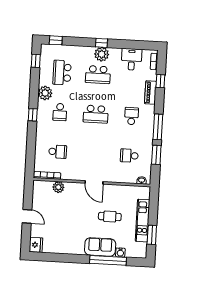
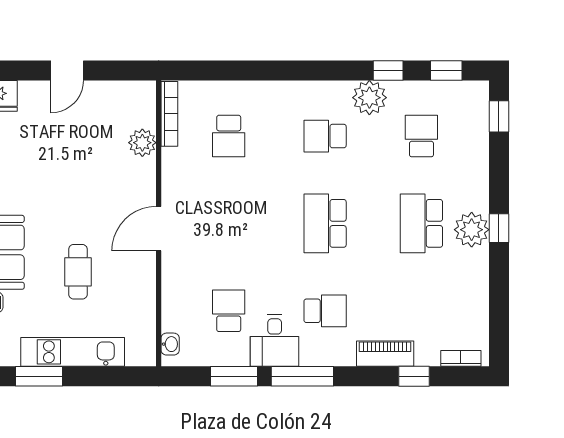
desk: (132, 59) -> (275, 340), moved, turned 90
school desk: (62, 73) -> (421, 136), width x0.54
window: (33, 115) -> (388, 71), moved

